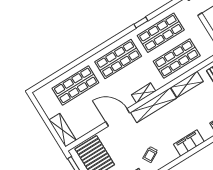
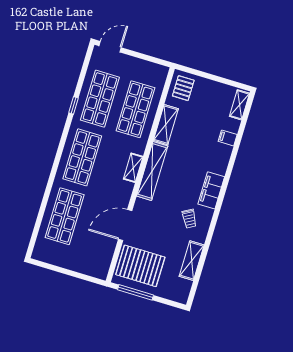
door: (118, 117) -> (125, 225), moved
shelving: (63, 130) -> (89, 268), removed
filing cabinet: (189, 143) -> (211, 190), moved

